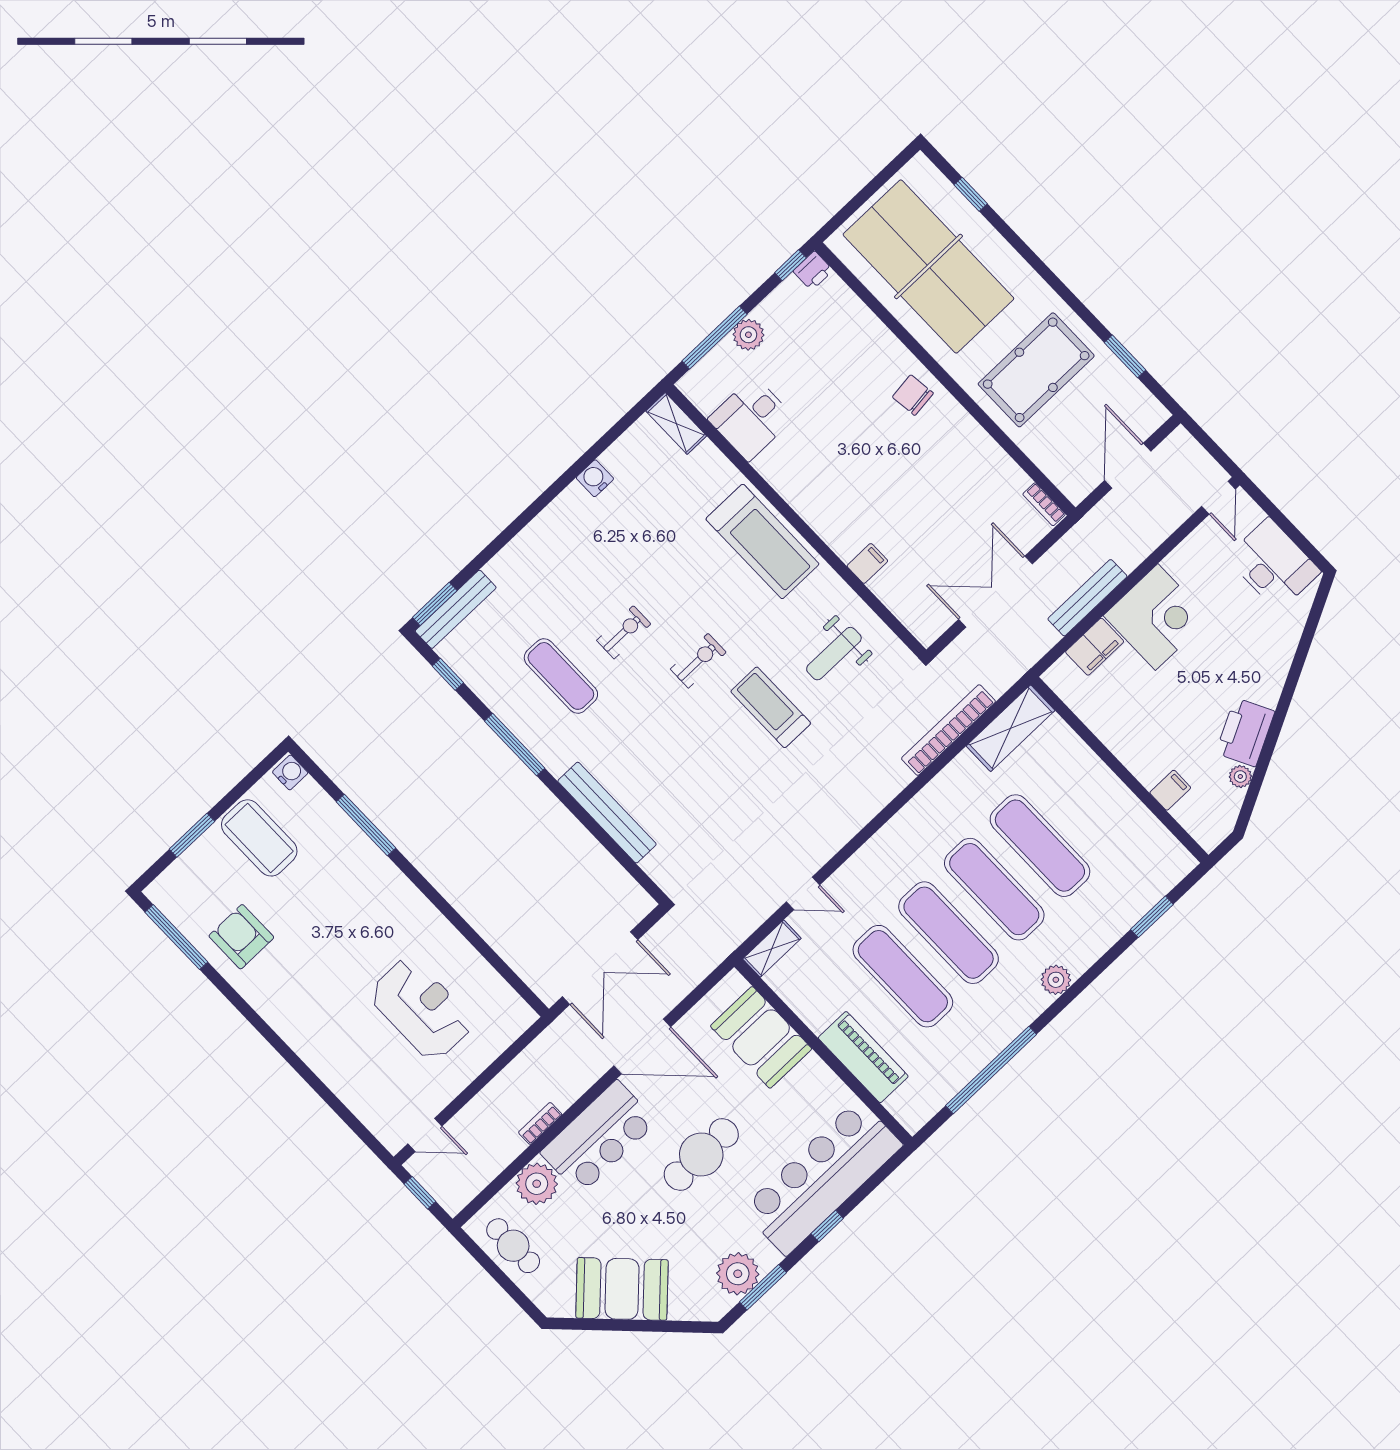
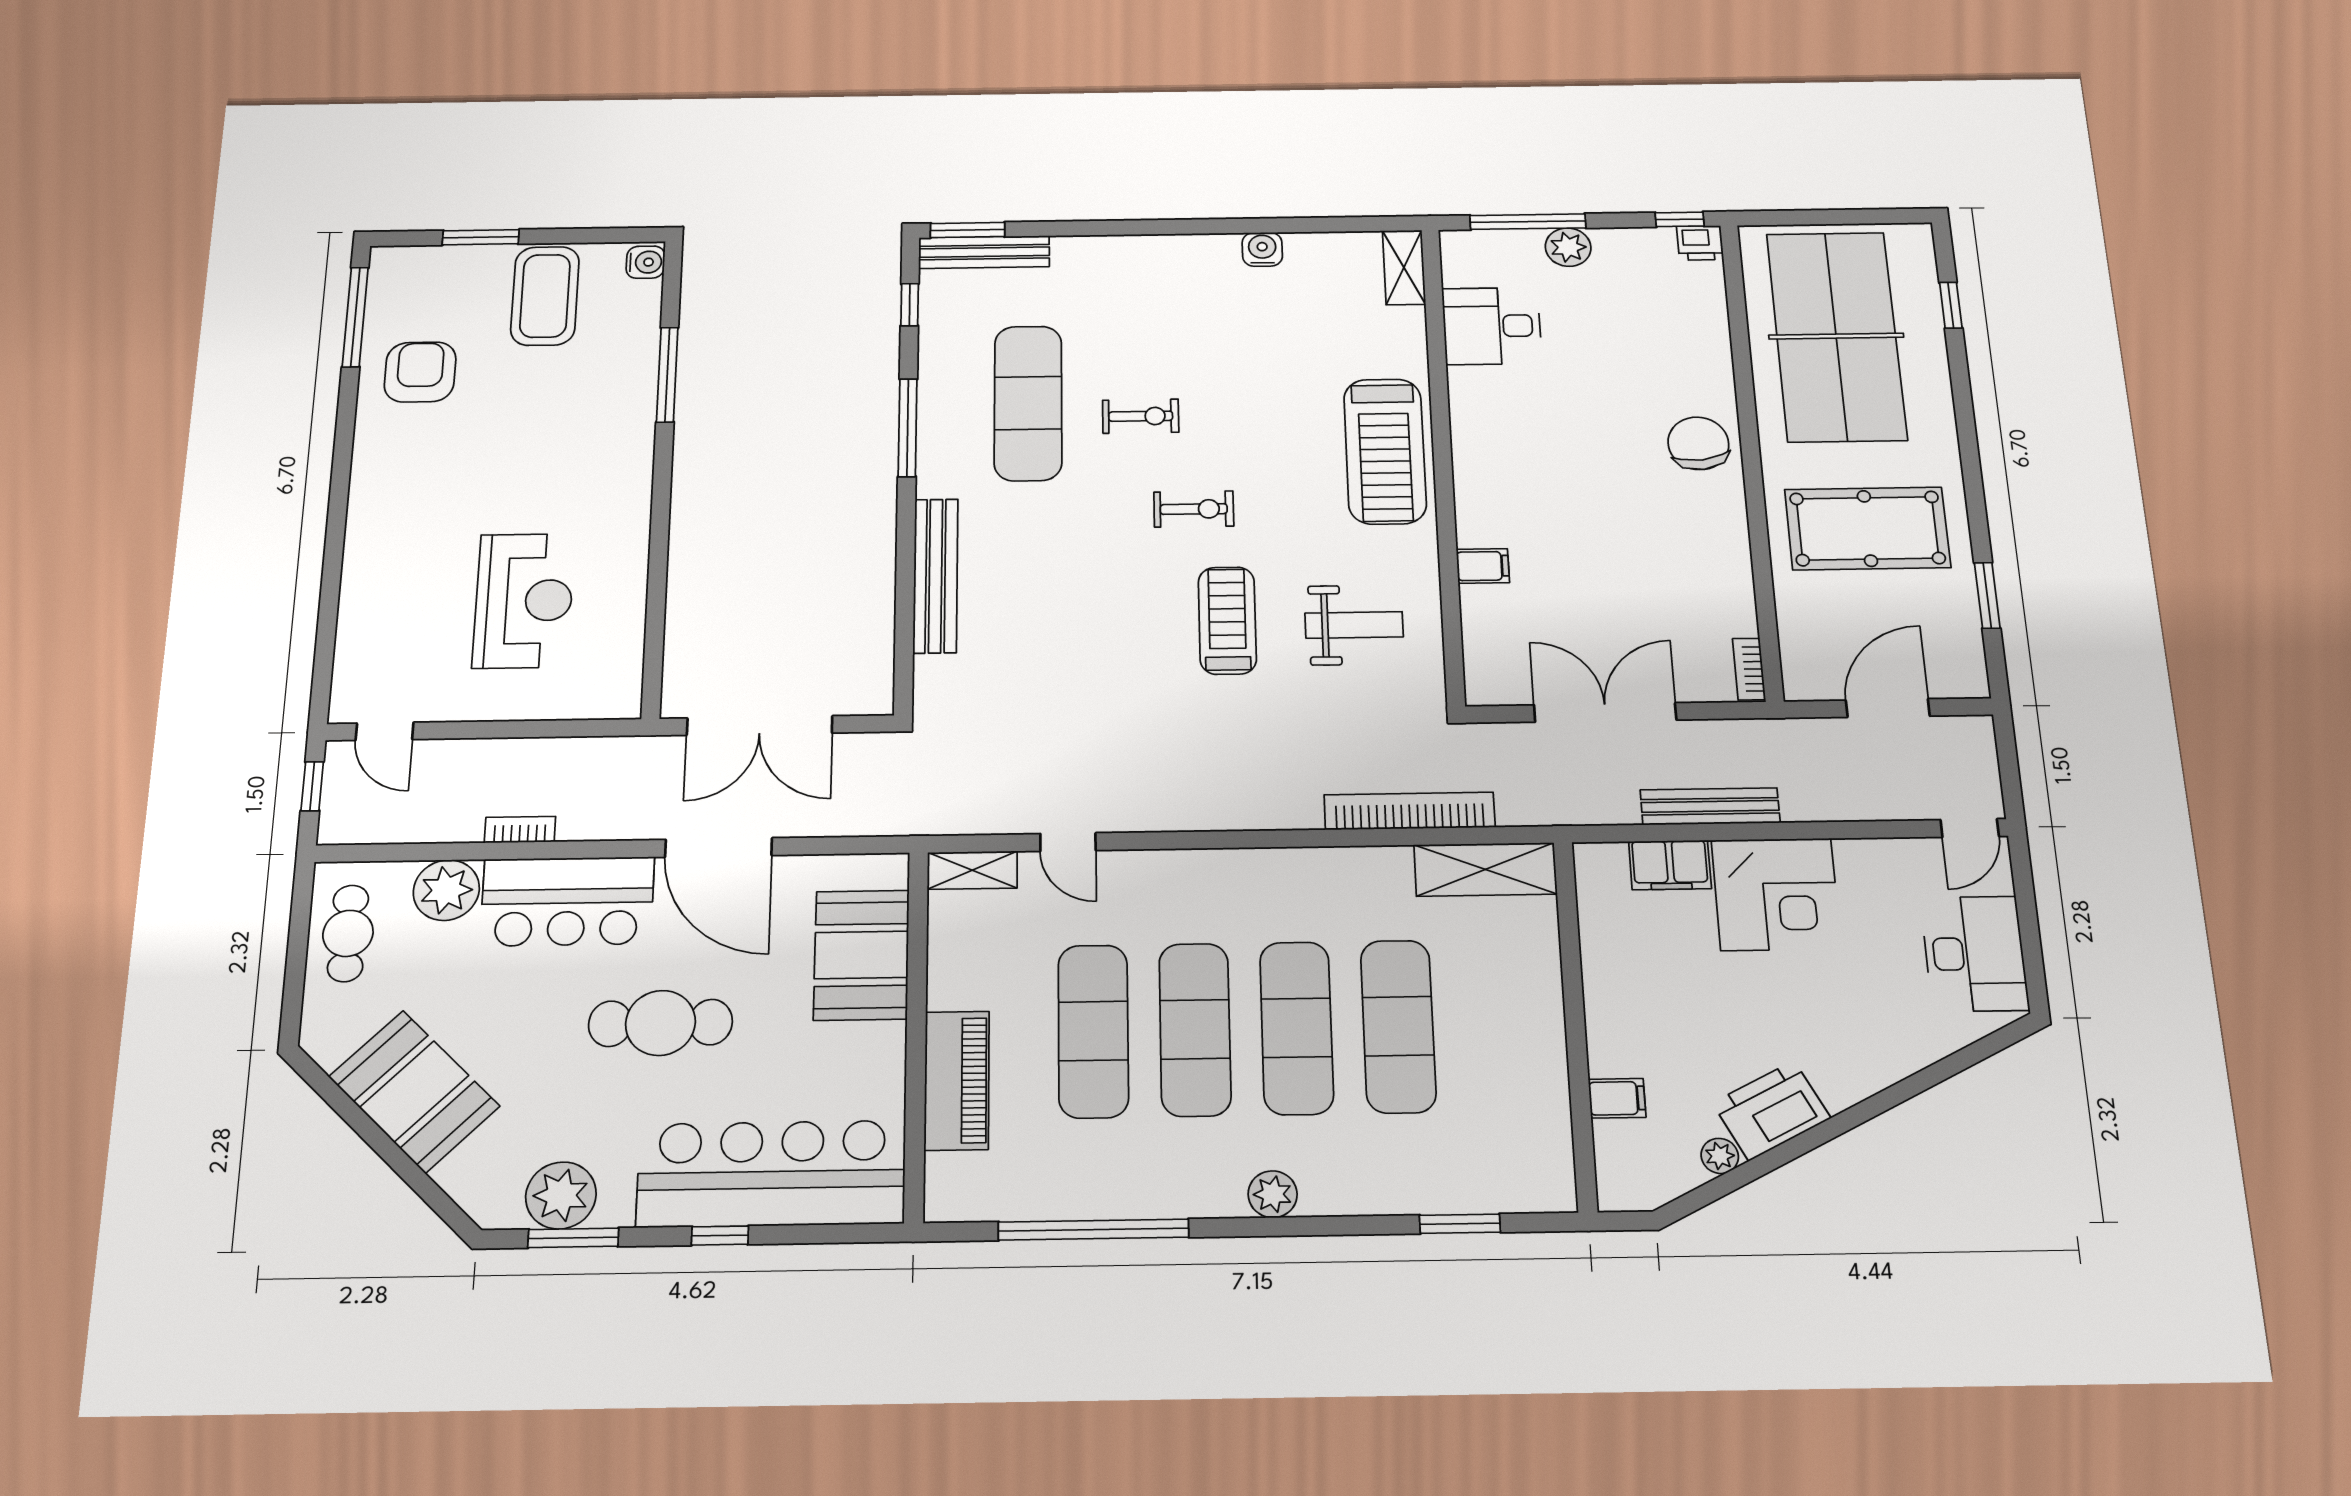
chair: (913, 395) -> (1698, 443), width x1.37, depth x1.37
weight bench: (834, 654) -> (1354, 625), turned 180
exercise mat: (561, 676) -> (1028, 403), width x1.36, depth x1.45

